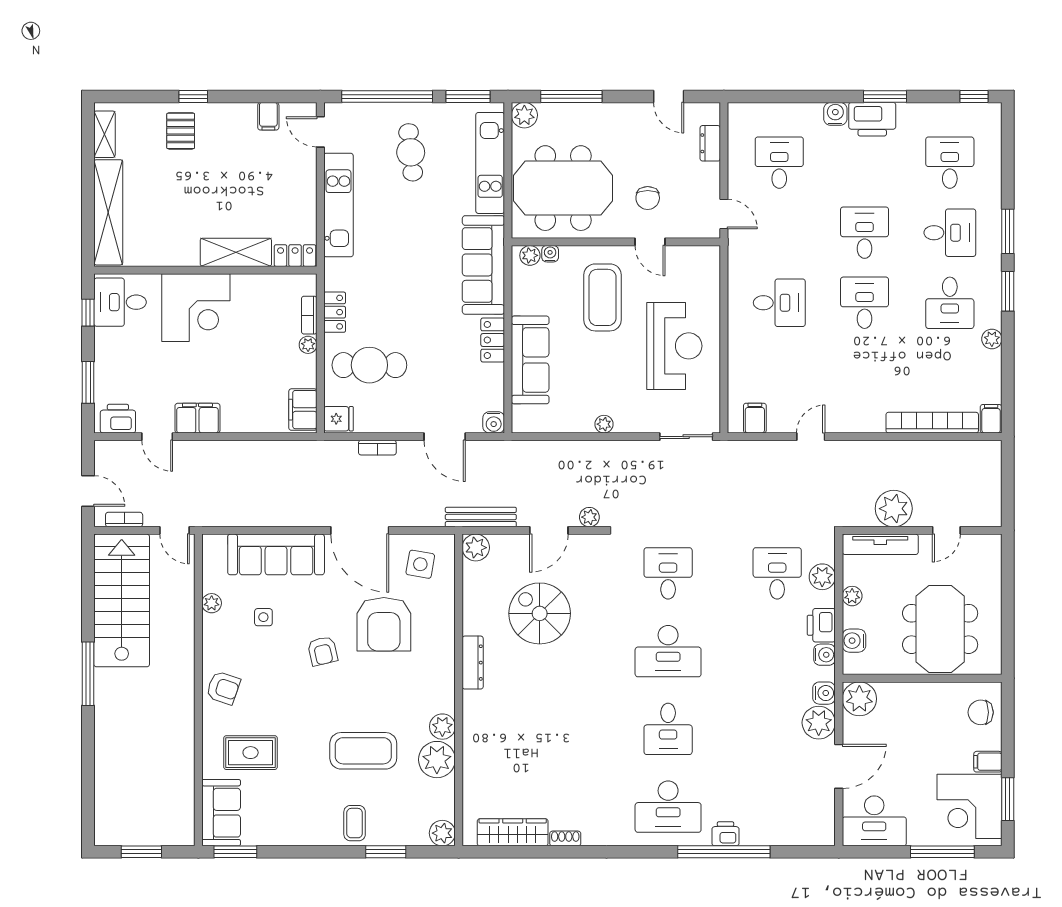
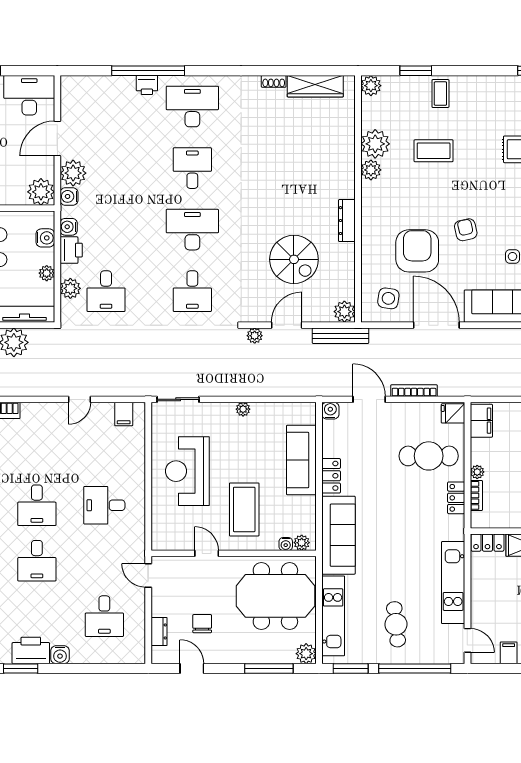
chair: (648, 198) -> (202, 624), moved
bookcase: (377, 448) -> (414, 391), width x1.56
coffee table: (363, 751) -> (434, 151), width x0.73, depth x0.76

